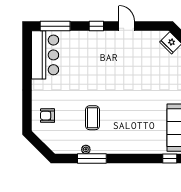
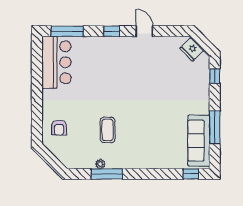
armchair: (48, 116) -> (59, 128), turned -90

